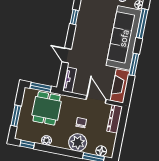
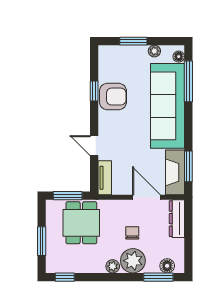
armchair: (87, 24) -> (113, 97), added
window: (134, 64) -> (188, 166), moved
plant: (47, 140) -> (113, 266), moved

